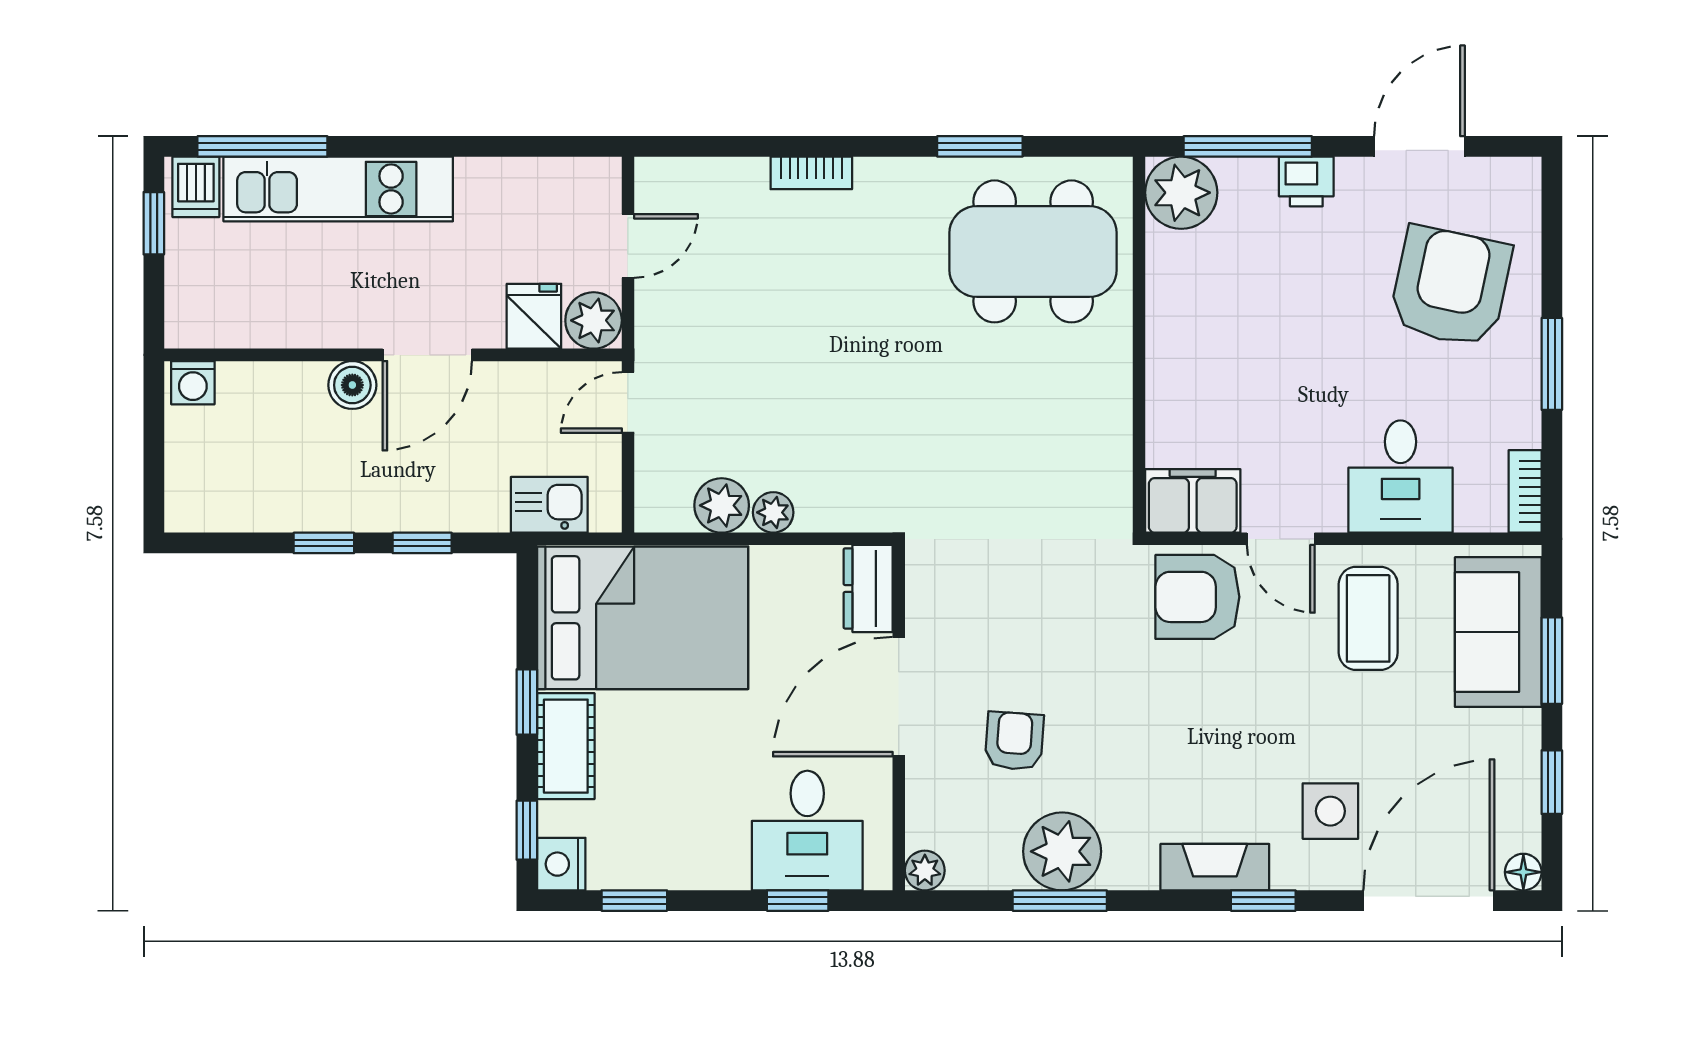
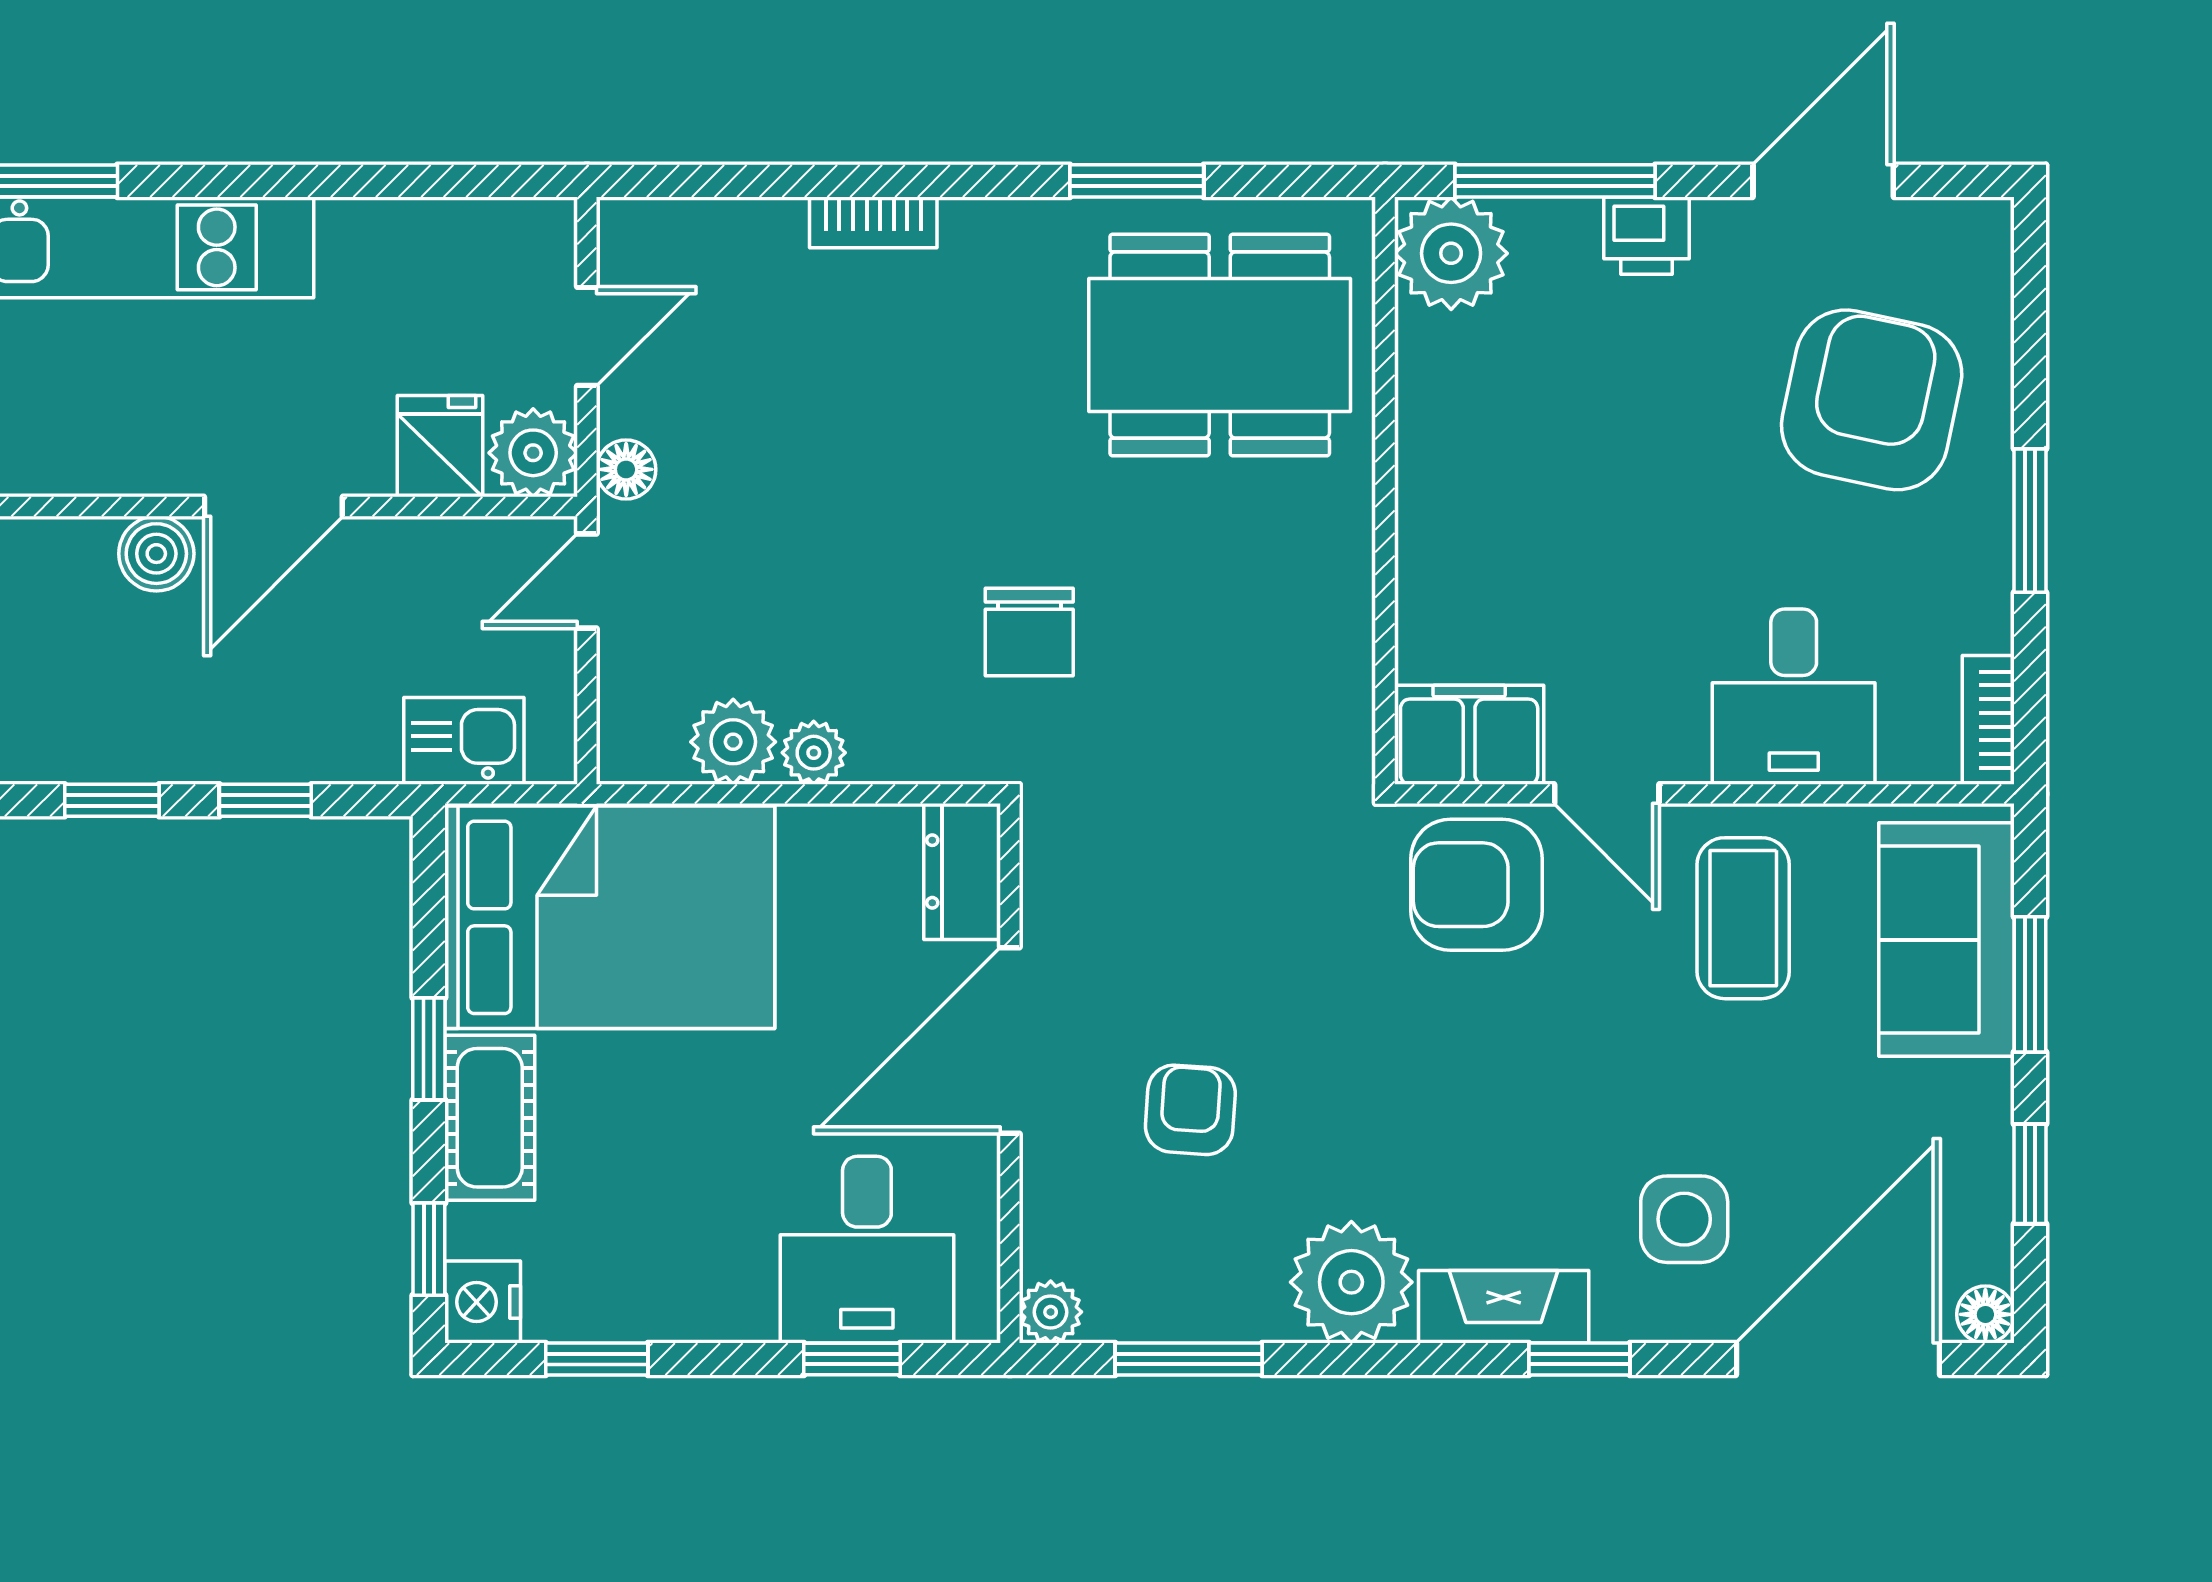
floor lamp: (653, 331) -> (626, 469), added
chair: (911, 435) -> (1029, 632), added
plant: (1062, 851) -> (1351, 1282), moved
window: (1060, 901) -> (1189, 1359), moved

